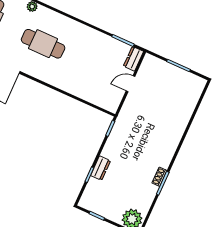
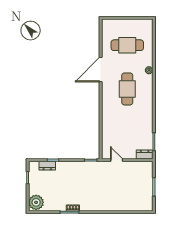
door: (130, 84) -> (117, 160), moved
dresser: (101, 168) -> (47, 166), moved

